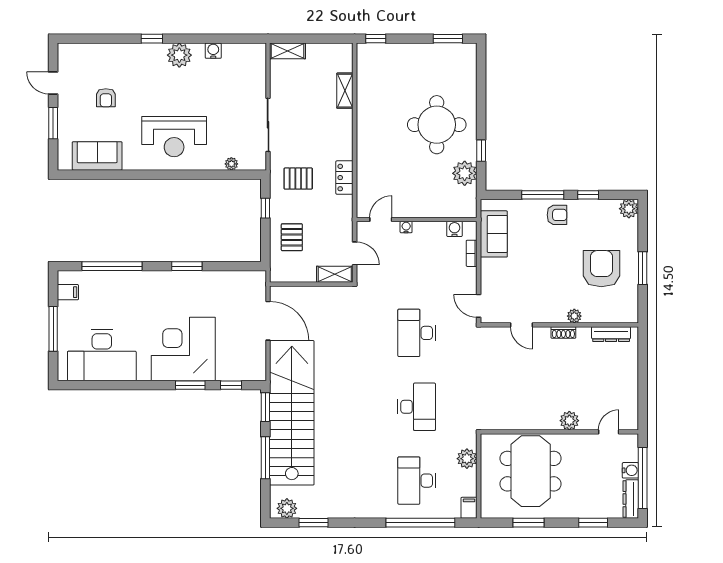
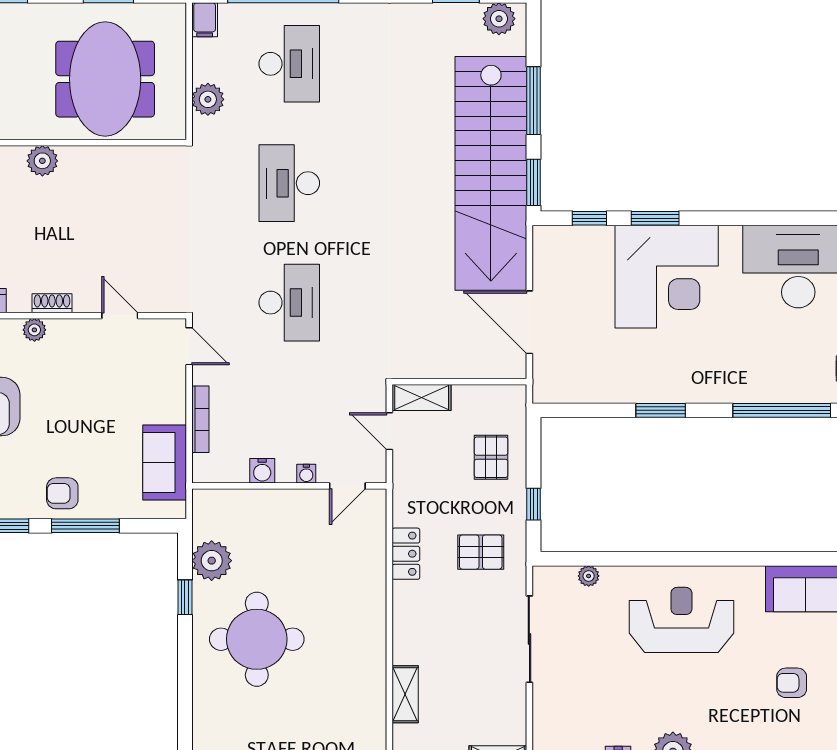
armchair: (106, 98) -> (792, 683), turned -90
water cooler: (454, 229) -> (262, 471), moved
bookcase: (472, 253) -> (200, 419), width x1.56

